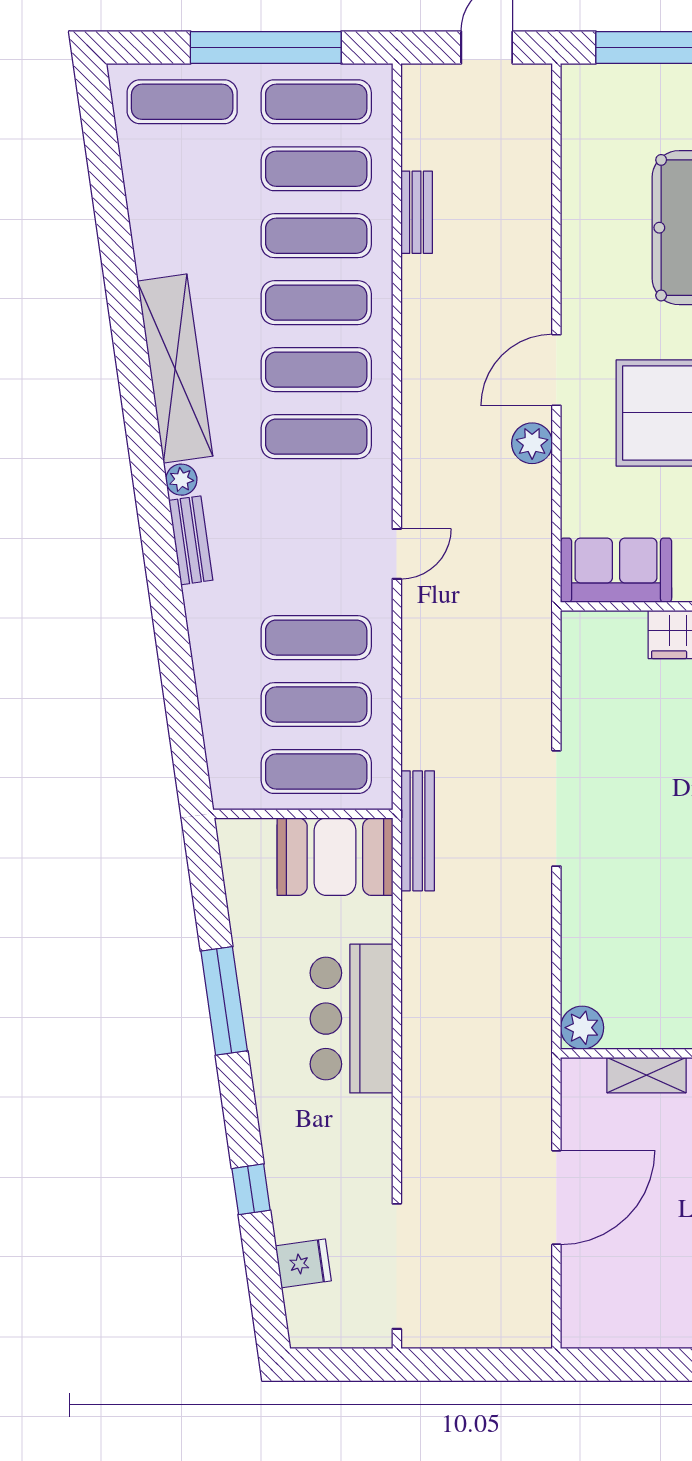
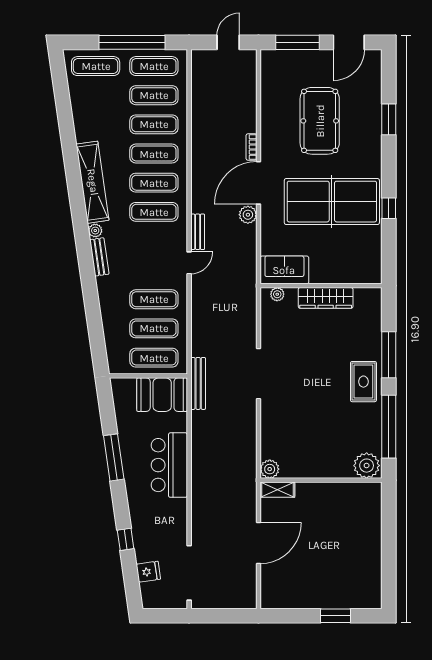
bench: (417, 212) -> (198, 232), moved
bookcase: (540, 288) -> (251, 147), added
door: (556, 370) -> (259, 183), width x1.36
plant: (599, 626) -> (277, 294), added
shelving: (646, 1075) -> (277, 490), moved

